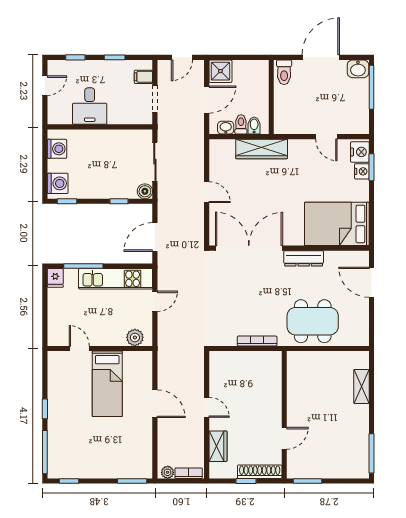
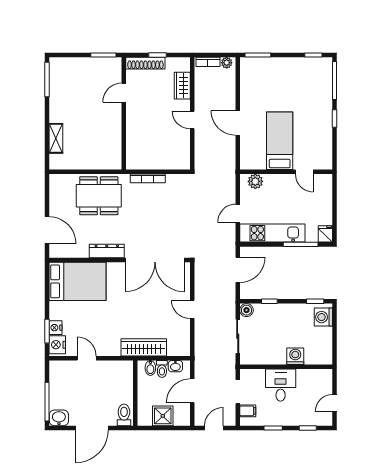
shower: (220, 71) -> (163, 416), moved
desk: (90, 106) -> (281, 385), moved
washing machine: (57, 149) -> (295, 356), moved, turned 90

